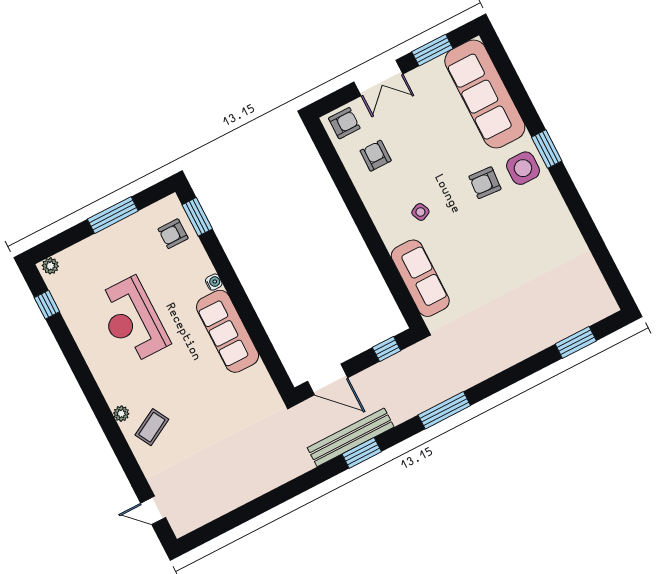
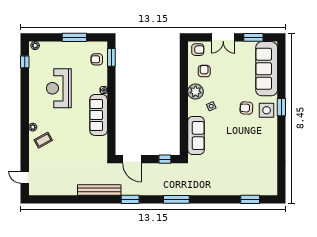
plant: (379, 200) -> (196, 92), added
bench: (351, 437) -> (99, 190), moved

